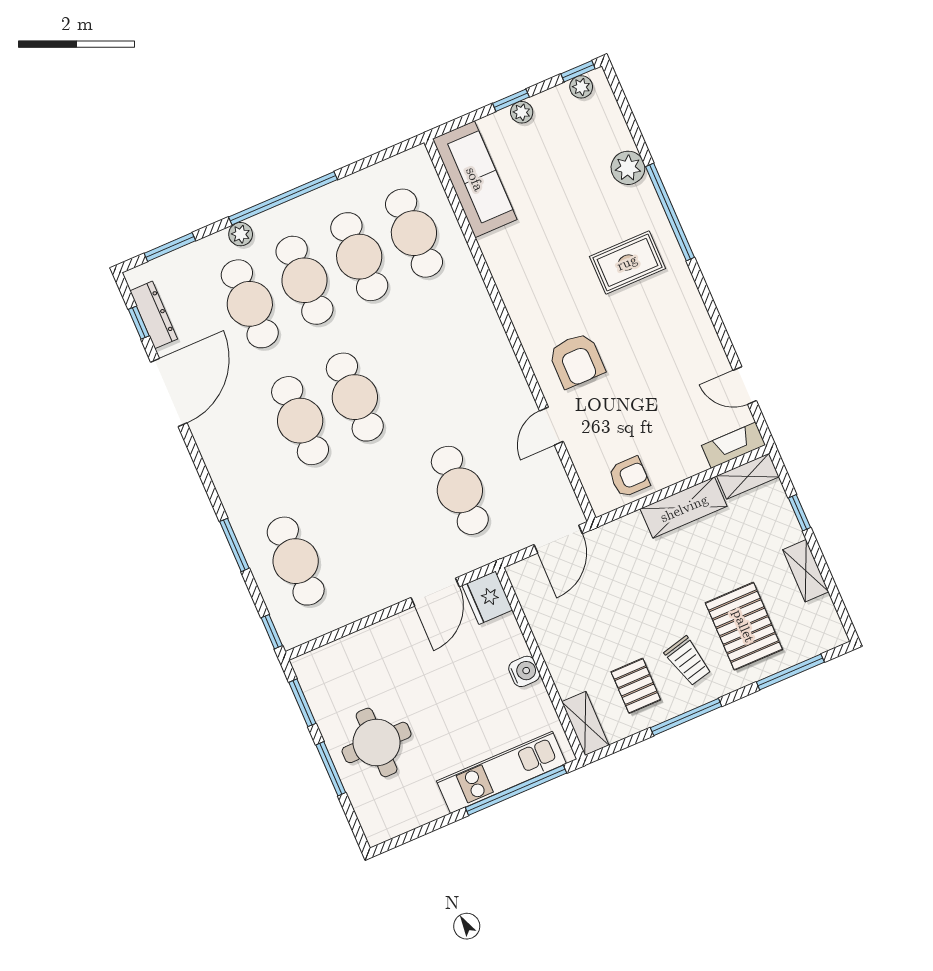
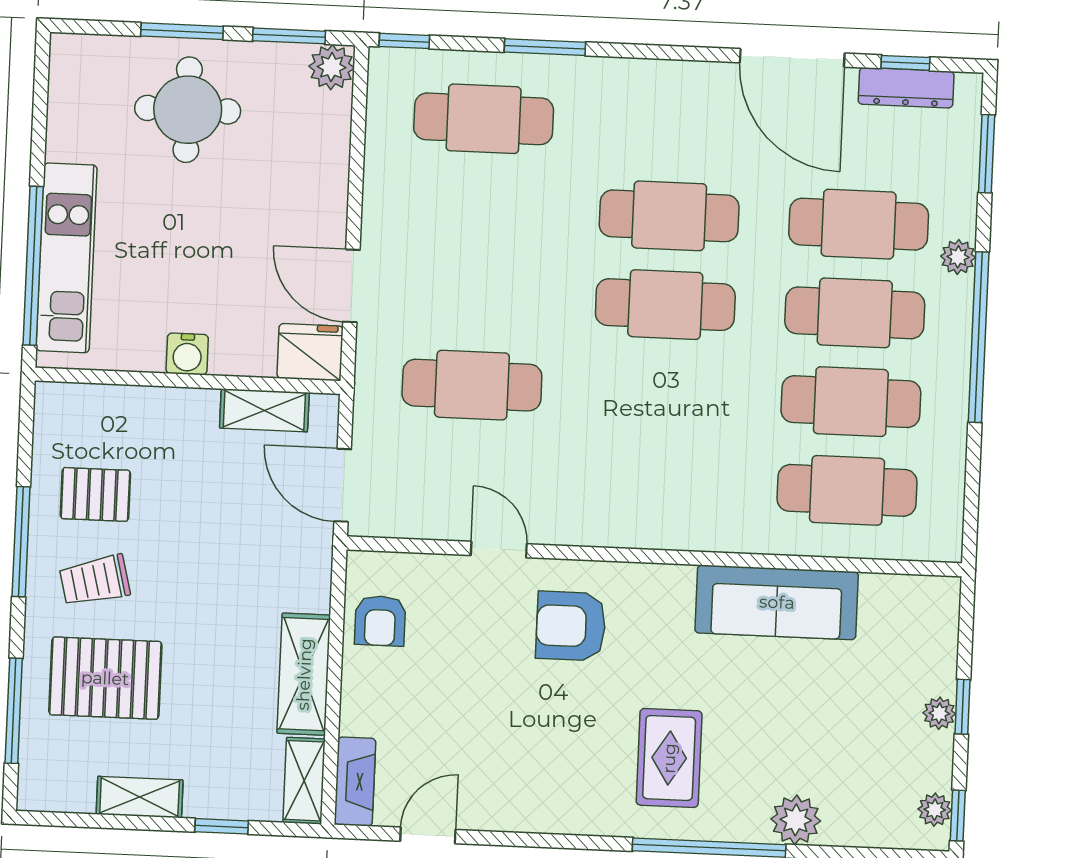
sofa: (475, 179) -> (777, 602), moved
plant: (309, 668) -> (332, 67), added
shelving: (585, 723) -> (264, 410), moved

